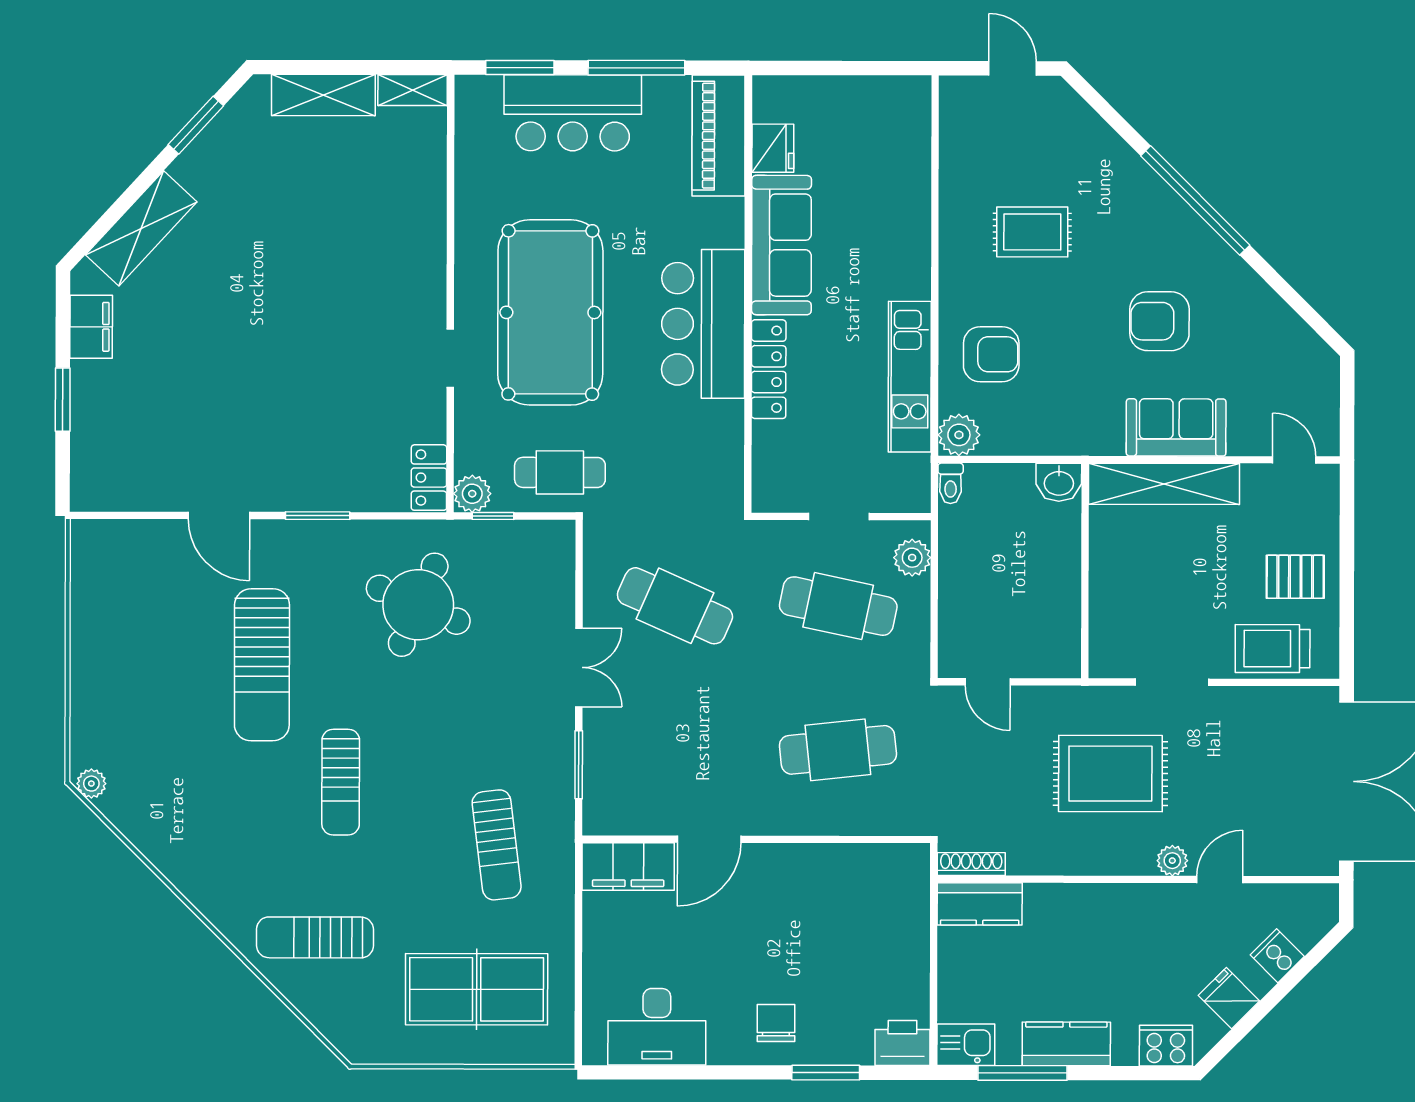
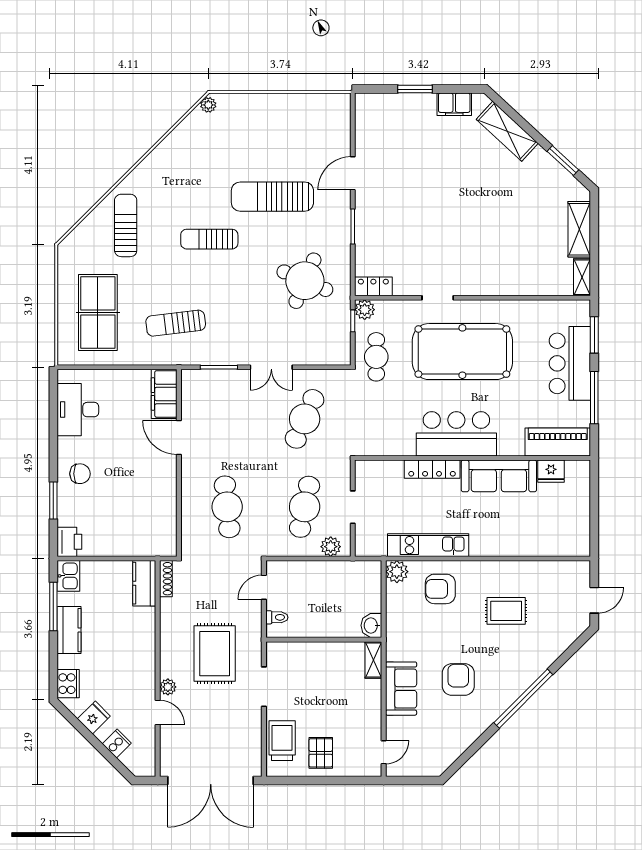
rug: (1032, 232) -> (506, 611), turned 90
armchair: (991, 354) -> (440, 589), turned 90
toilet: (951, 483) -> (277, 617), moved, turned 180
shelving: (1164, 484) -> (373, 660), width x0.45, depth x0.75

